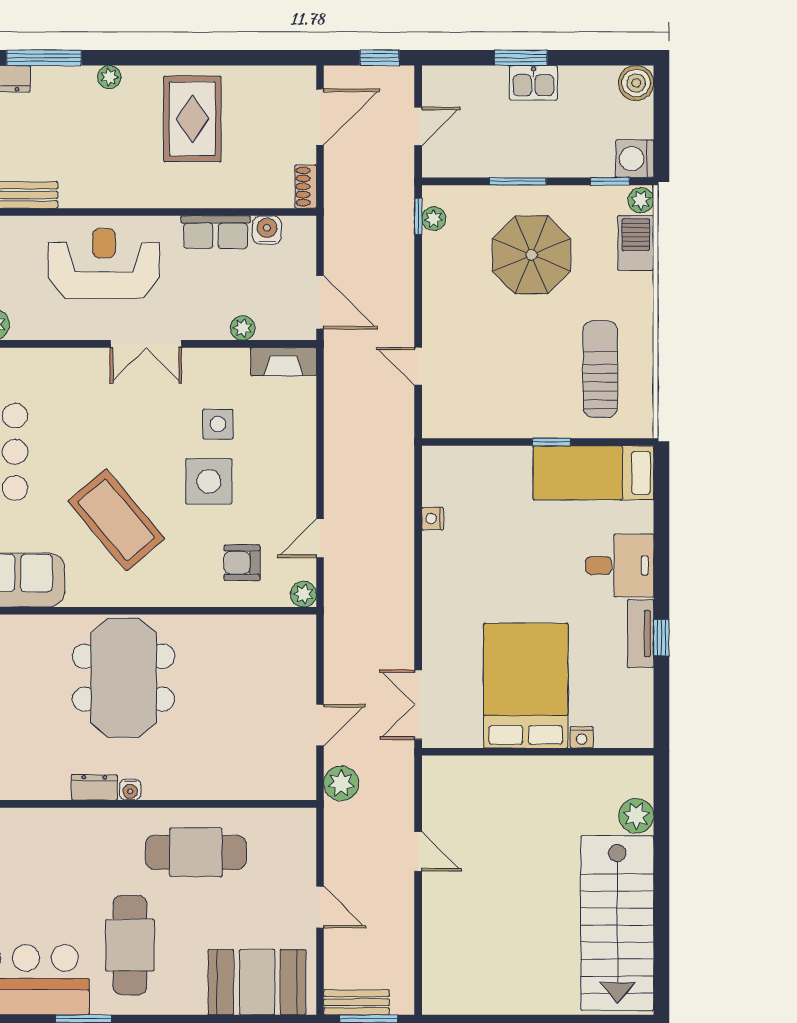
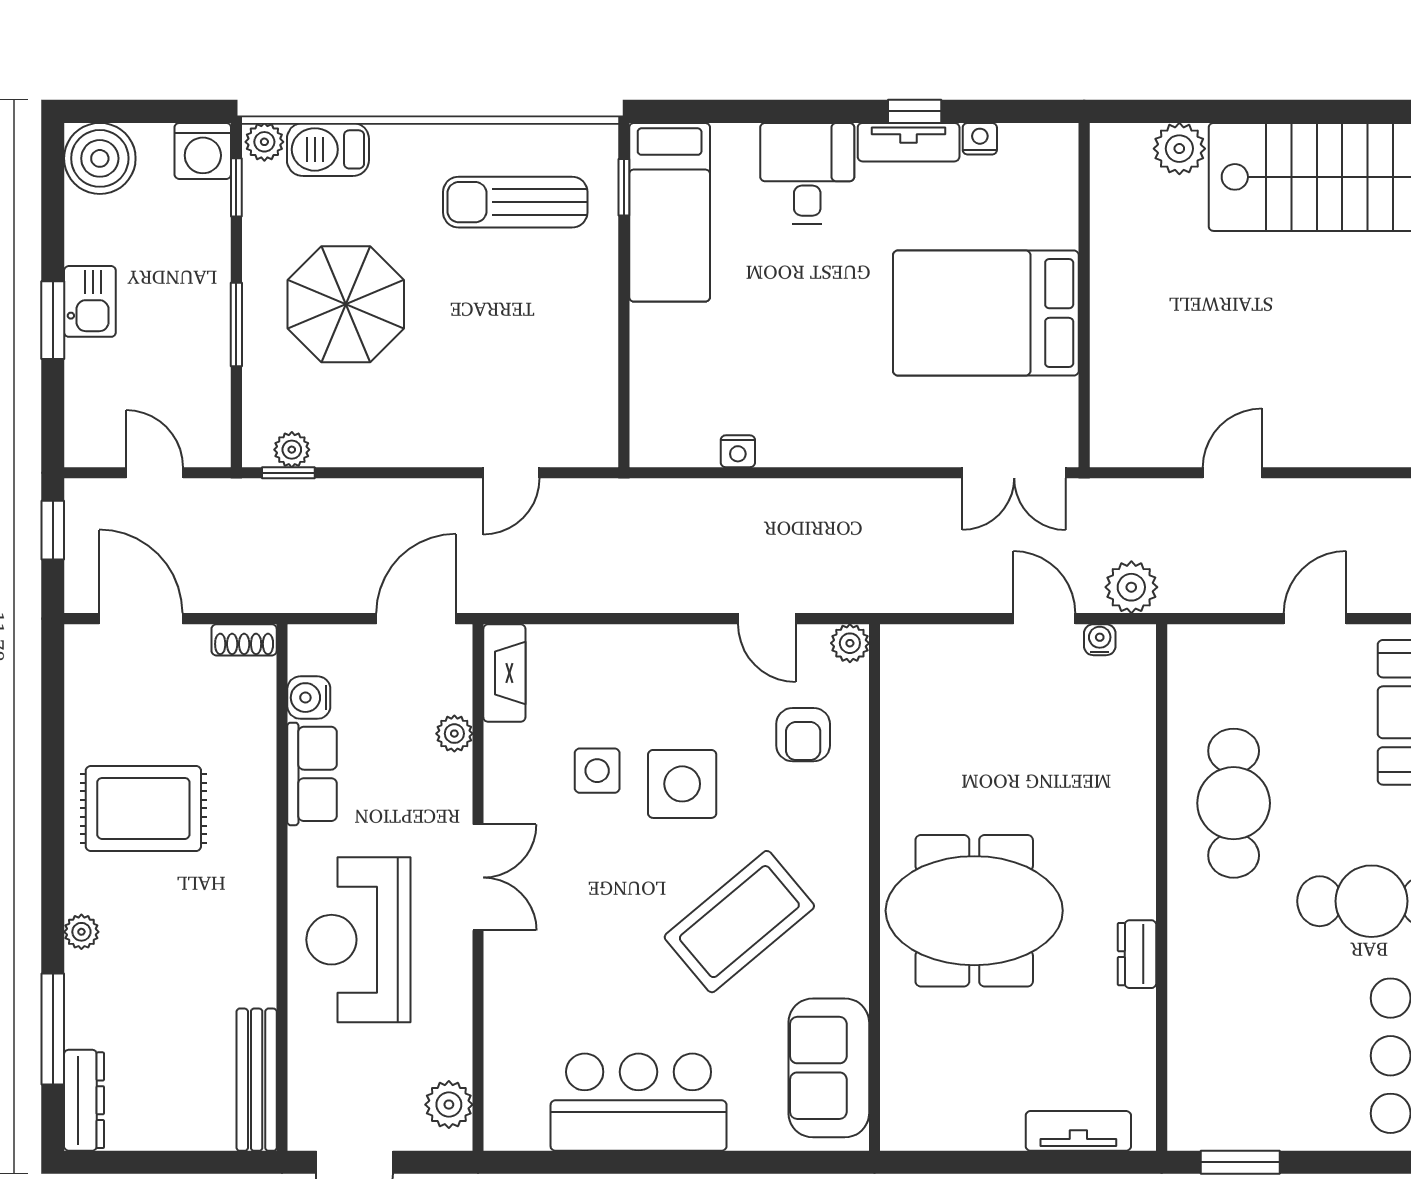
boiler: (636, 83) -> (100, 158), width x1.37, depth x1.37
window: (551, 442) -> (624, 187), moved
nightstand: (582, 737) -> (980, 139), moved, turned -90
water cooler: (130, 790) -> (1100, 640), moved, turned -90

